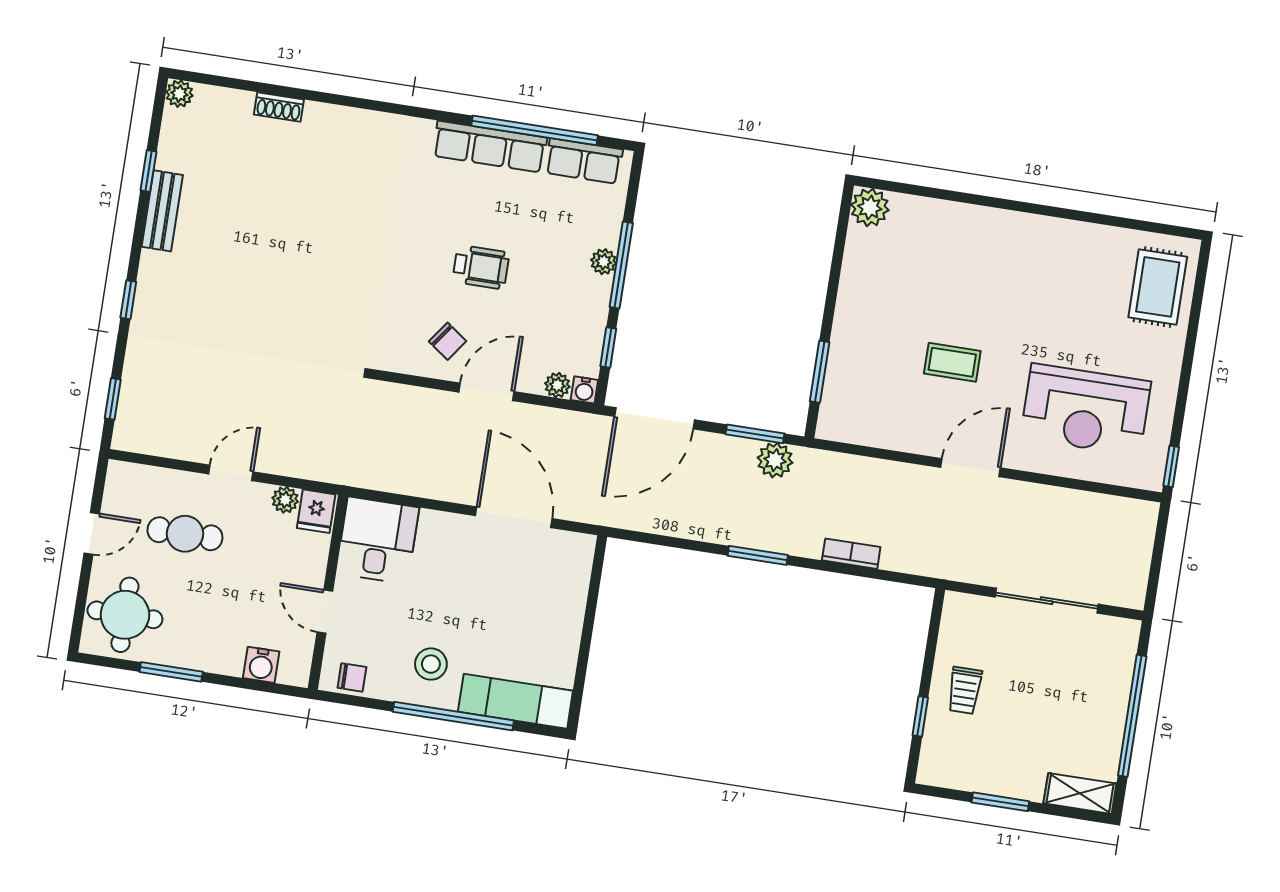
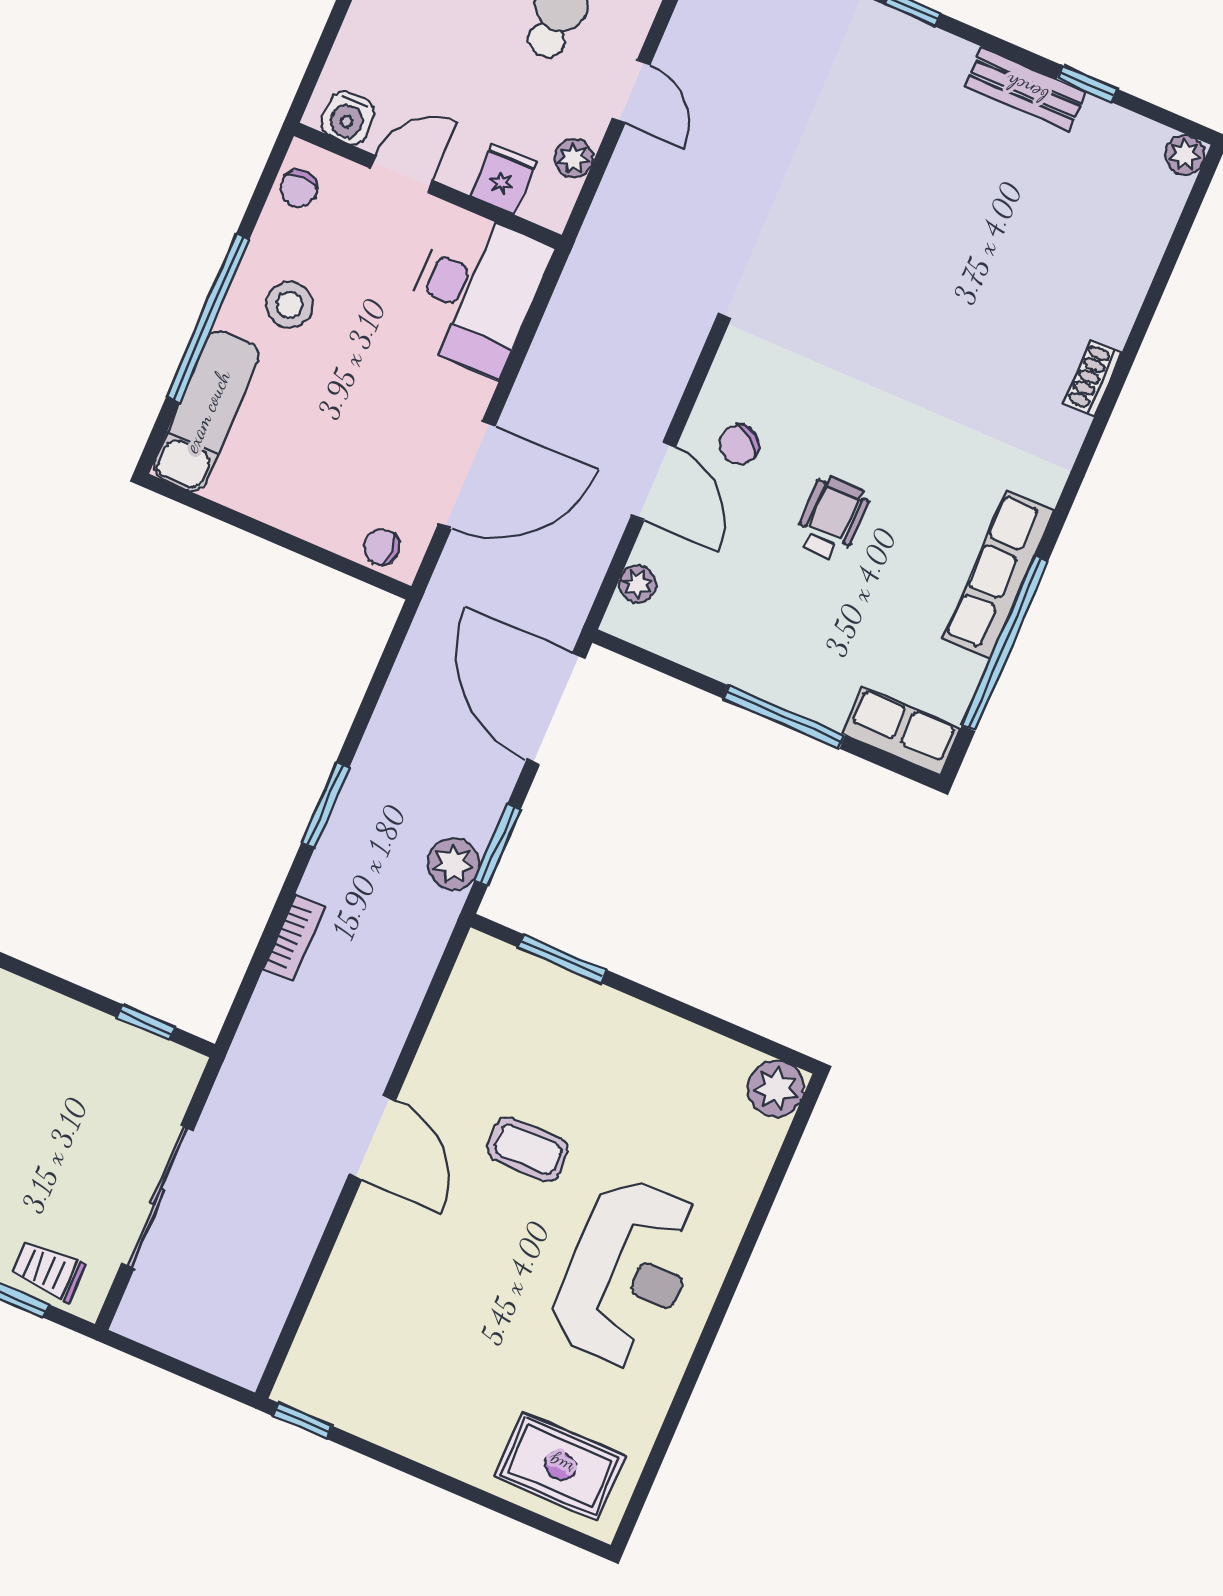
shoe rack: (279, 107) -> (1093, 378), moved
row of seats: (584, 161) -> (901, 731), moved, turned 90
plant: (604, 262) -> (795, 693), removed
wheelchair: (481, 267) -> (832, 518), turned 180
window: (608, 347) -> (672, 669), removed
coffee table: (952, 362) -> (528, 1149), turned 90
water cooler: (584, 390) -> (621, 620), removed
reception desk: (1086, 410) -> (627, 1273), moved, turned 180
fridge: (316, 511) -> (503, 179), moved, turned 90
desk: (378, 540) -> (475, 292), width x1.37
chair: (576, 562) -> (382, 547), added
water cooler: (261, 665) -> (348, 118), moved, turned -90
trolley: (965, 690) -> (48, 1271), moved
window: (920, 716) -> (146, 1022), moved

